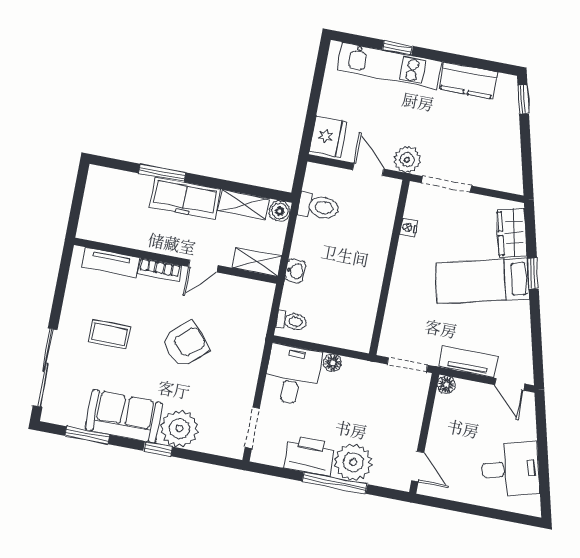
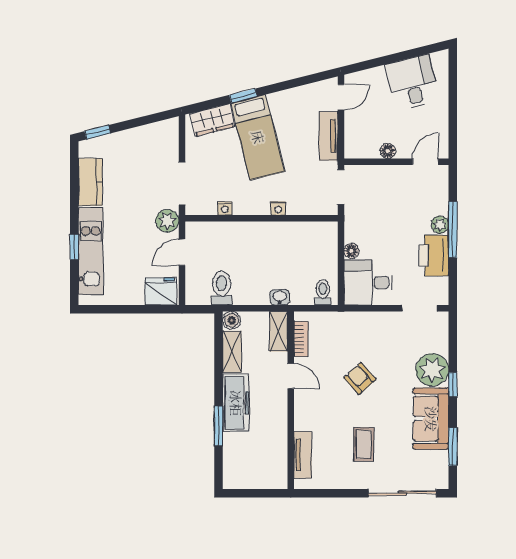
bookcase: (160, 270) -> (301, 339), moved
nightstand: (397, 289) -> (278, 208), added
armchair: (185, 344) -> (360, 378), width x0.72, depth x0.72
floor lamp: (446, 385) -> (388, 151), moved
plant: (353, 462) -> (440, 225), width x0.53, depth x0.53

